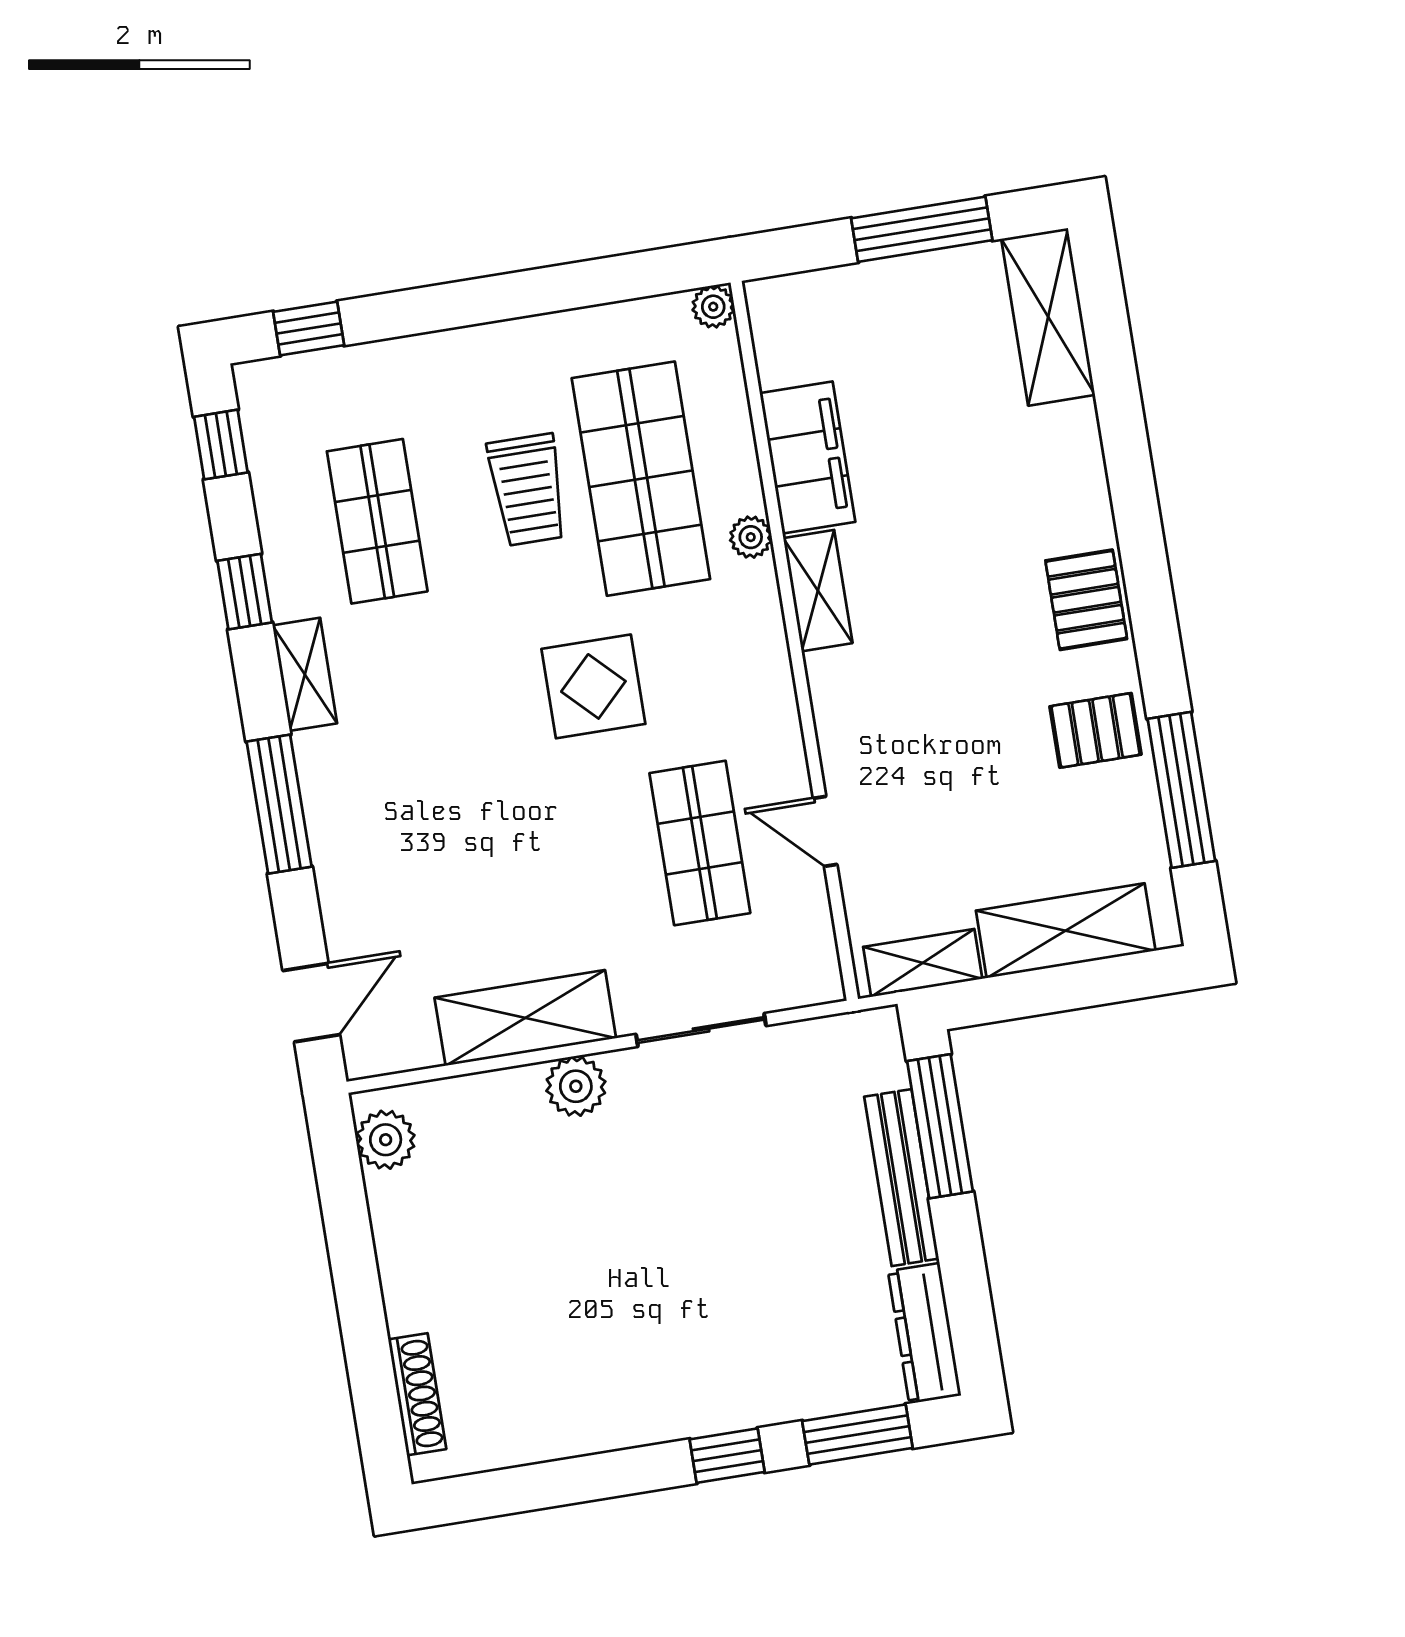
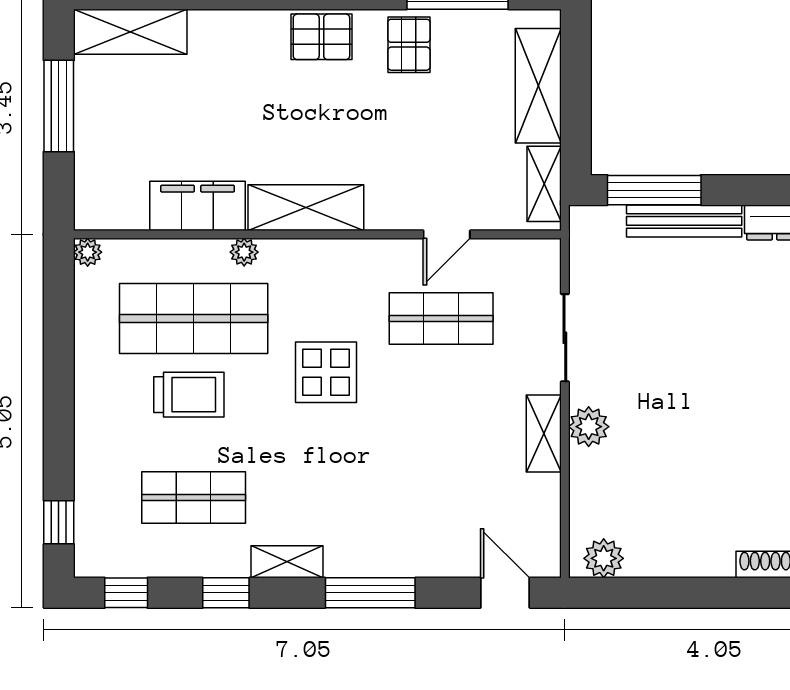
shelving: (818, 591) -> (306, 208), width x1.50, depth x1.33
shelving: (525, 1018) -> (544, 433), width x0.67, depth x0.75

